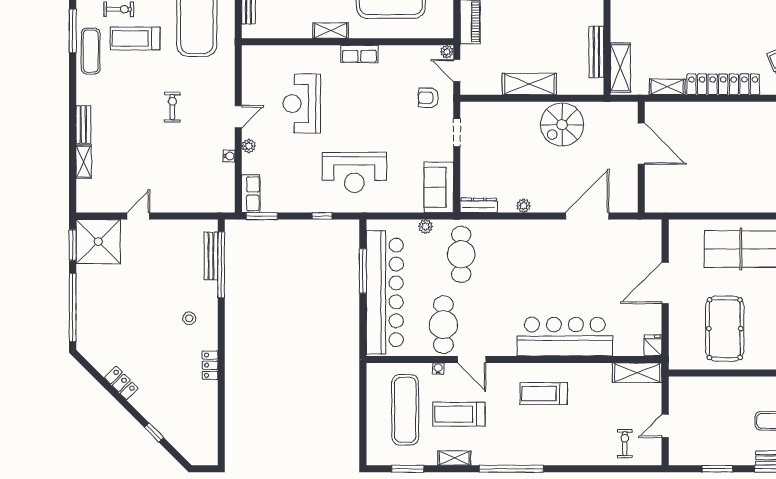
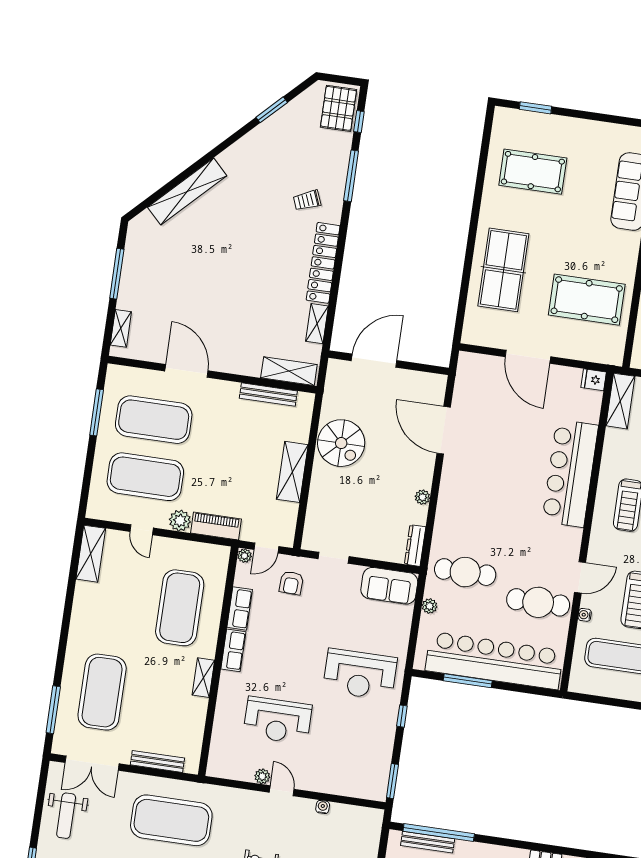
plant: (249, 146) -> (262, 776), moved
reception desk: (354, 172) -> (360, 674), turned 90
row of seats: (251, 194) -> (240, 608), moved, turned 90

